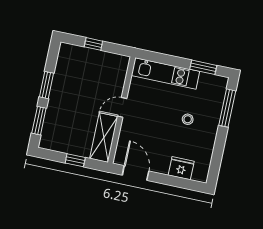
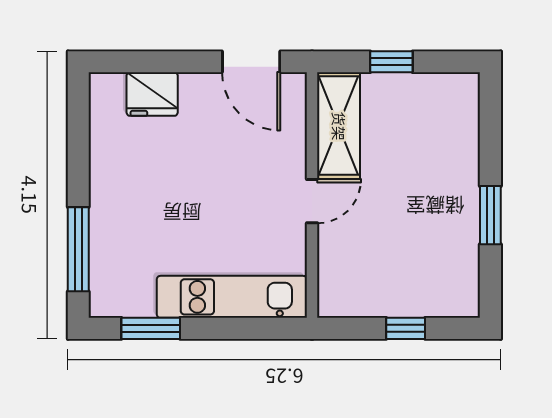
stool: (188, 119) -> (161, 206), removed
window: (39, 121) -> (490, 132), removed

